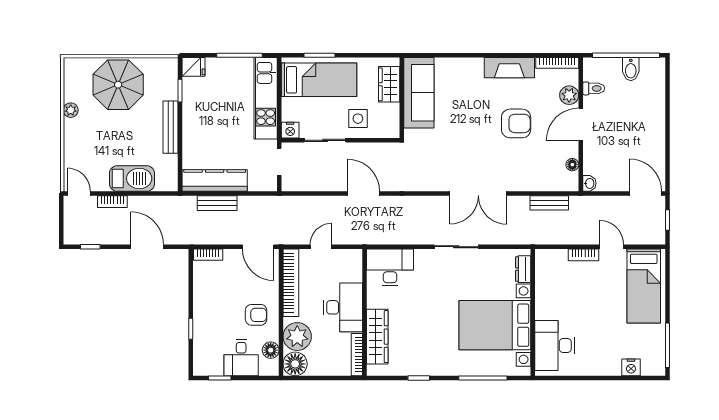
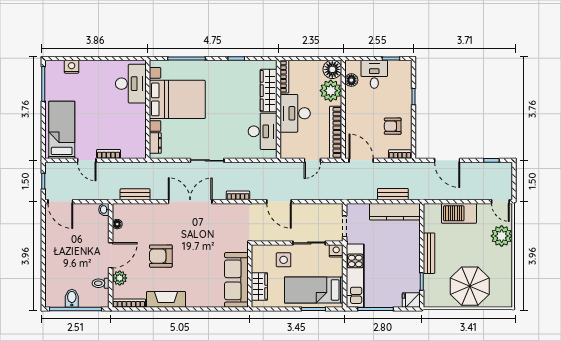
plant: (71, 110) -> (502, 236), moved, width x1.87, depth x1.87
bookcase: (112, 202) -> (238, 195), moved
desk: (390, 267) -> (263, 131), moved, turned -90
armchair: (256, 315) -> (393, 126), moved

